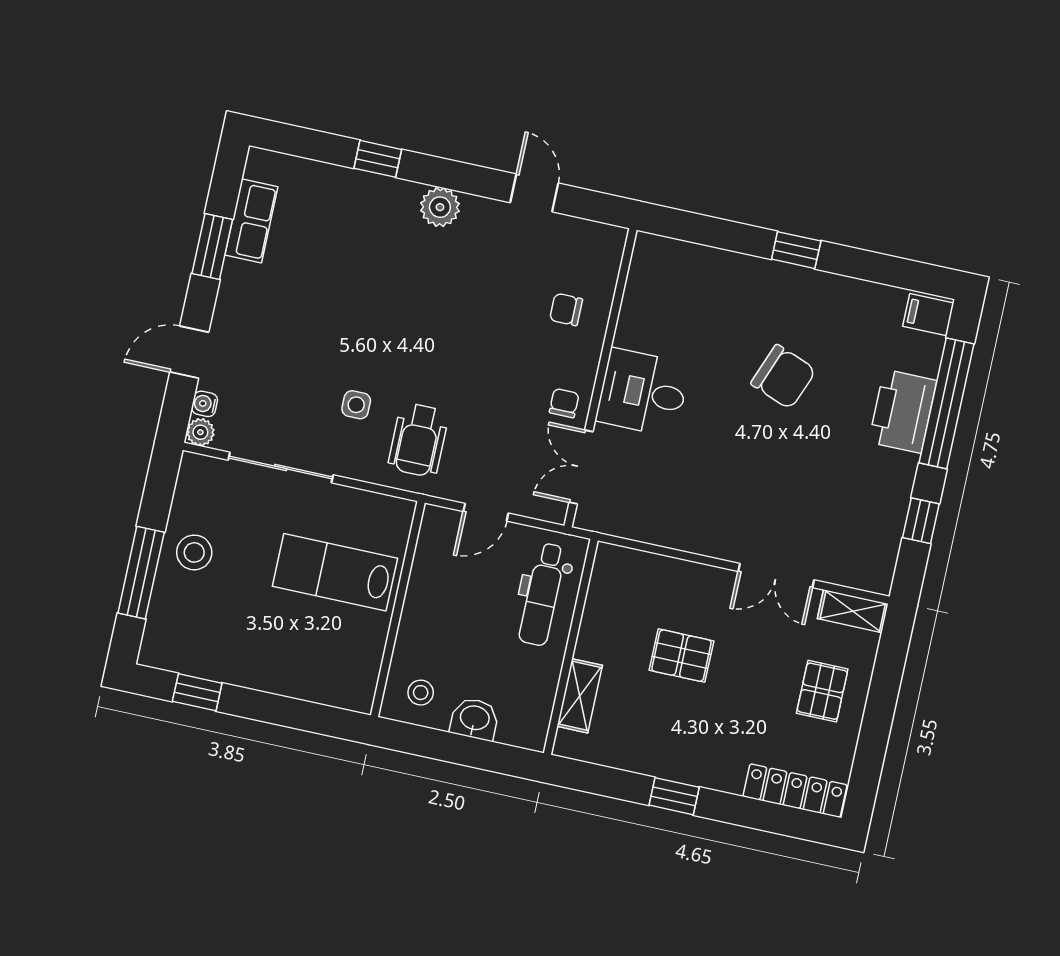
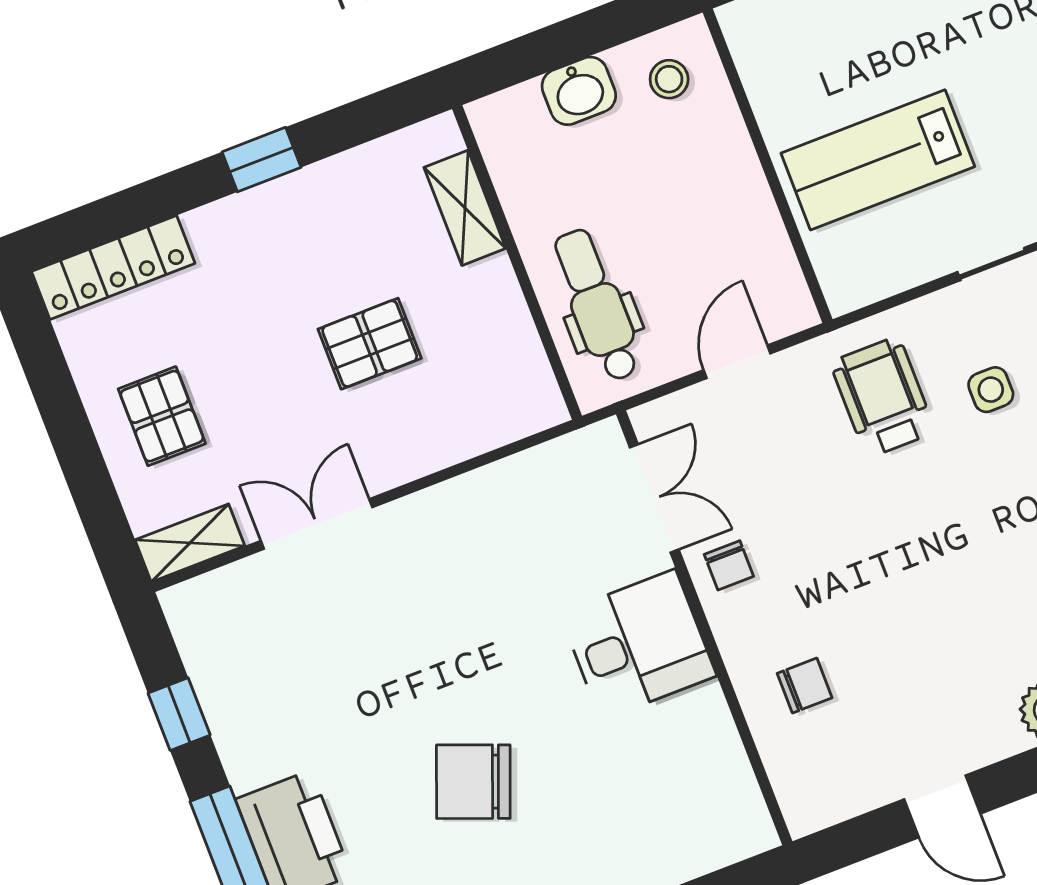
lab bench: (335, 572) -> (878, 160), turned 180

